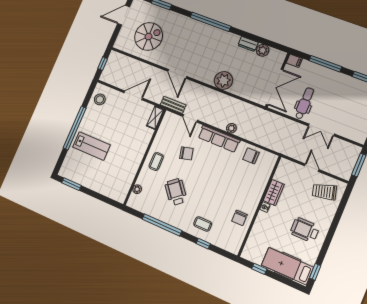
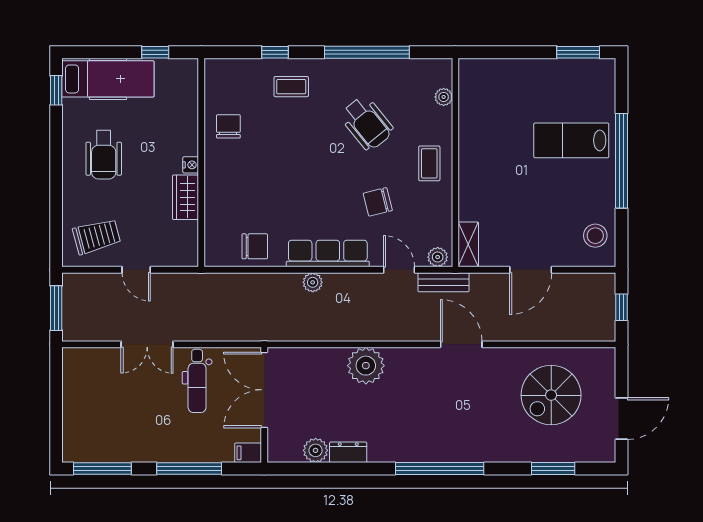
plant: (171, 117) -> (438, 257), added
double door: (321, 130) -> (147, 344), swing flipped
wheelchair: (305, 230) -> (104, 155), turned 90

